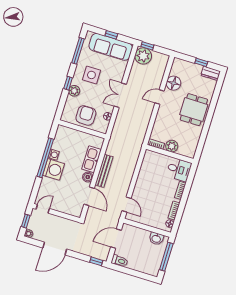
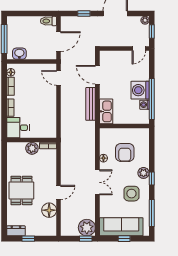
wall: (82, 129) -> (124, 126), moved
boiler: (88, 177) -> (105, 93), removed
window: (96, 261) -> (84, 14), moved

